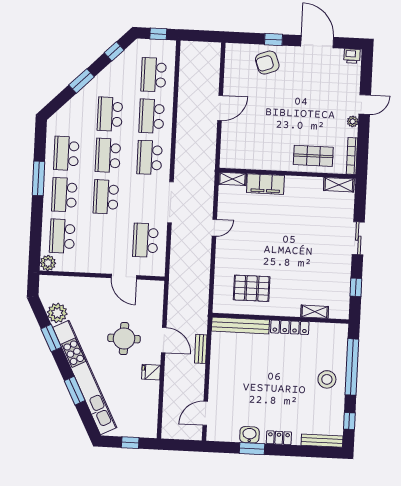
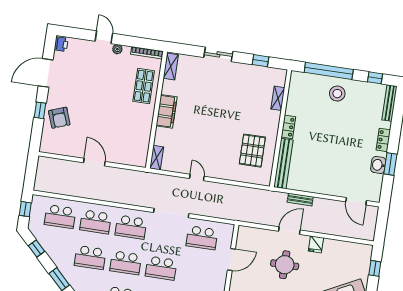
filing cabinet: (265, 184) -> (167, 111), moved
locker: (290, 327) -> (288, 127), width x0.66

